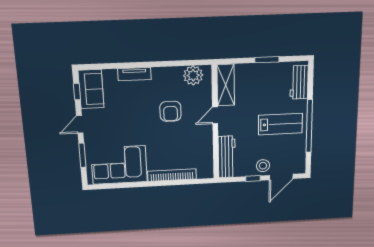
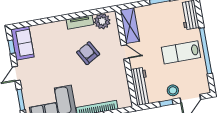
tv unit: (134, 74) -> (80, 22), moved
armchair: (170, 111) -> (88, 53), turned 150
door: (215, 115) -> (125, 52), swing flipped
lab bench: (280, 124) -> (181, 52), turned 180

